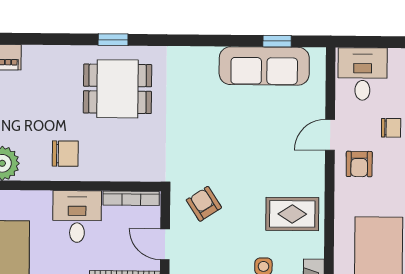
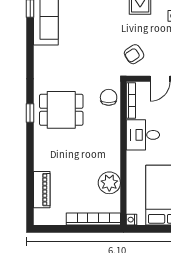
dining table: (118, 89) -> (61, 110), turned 90
chair: (65, 154) -> (109, 97), moved

